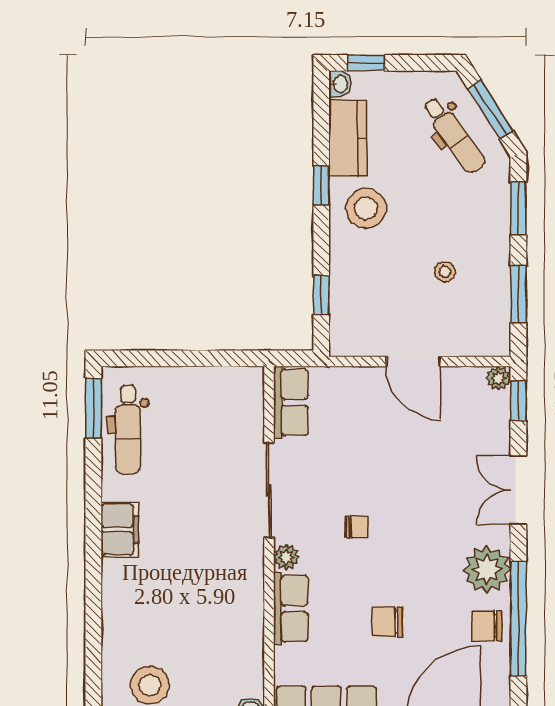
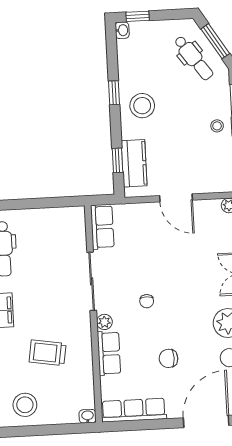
kitchen counter: (348, 138) -> (134, 163), moved
stool: (445, 272) -> (217, 126), moved
chair: (357, 527) -> (147, 301), turned 90
trolley: (191, 602) -> (48, 353), added

